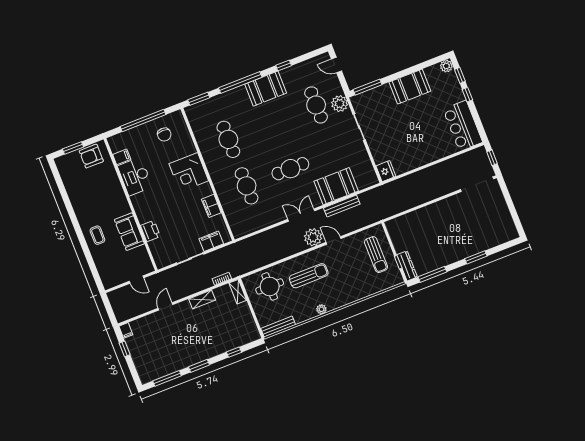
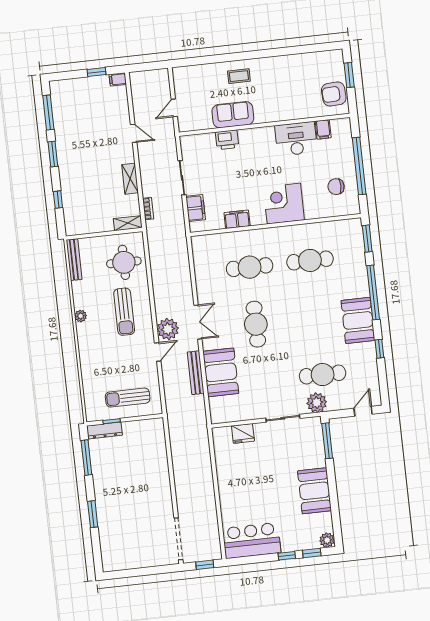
armchair: (91, 156) -> (334, 94), turned -93
fridge: (386, 171) -> (243, 433), moved

